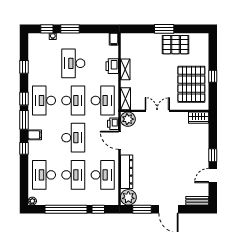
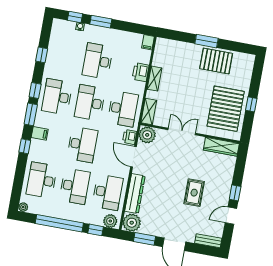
desk: (73, 100) -> (90, 103), turned 180
wardrobe: (199, 118) -> (221, 147), width x1.50
rug: (177, 162) -> (194, 193), added
plant: (110, 199) -> (110, 221), added

